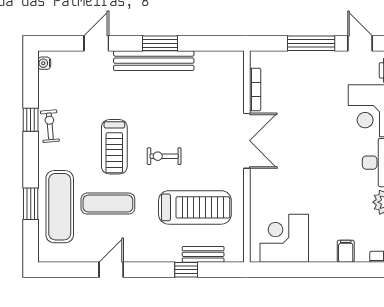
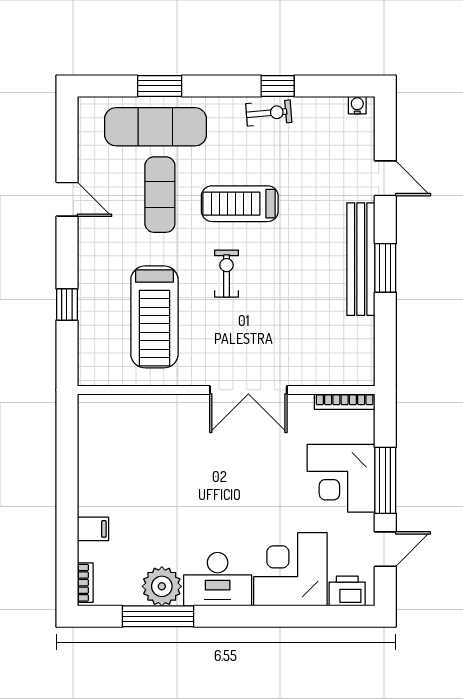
bookcase: (255, 90) -> (345, 402), moved
corner desk: (284, 238) -> (341, 478), moved, turned 180
bench: (203, 254) -> (88, 328), removed

